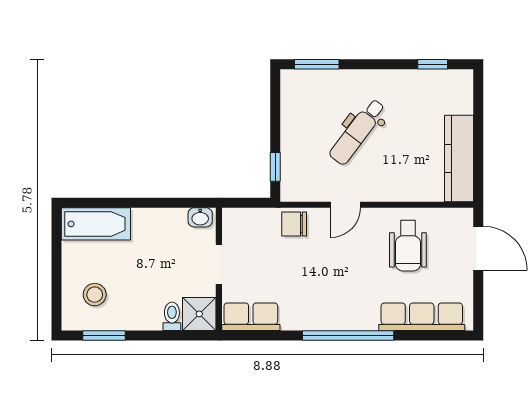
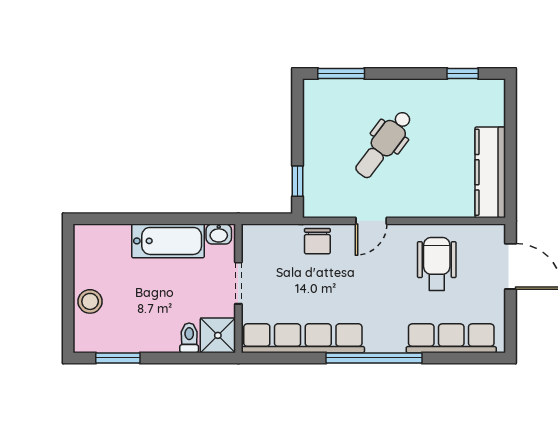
bathtub: (96, 224) -> (168, 241), moved
chair: (294, 224) -> (317, 241), turned -90
wheelchair: (408, 246) -> (437, 264), turned 180
stool: (95, 295) -> (90, 301), moved
row of seats: (251, 317) -> (303, 338), width x2.02

